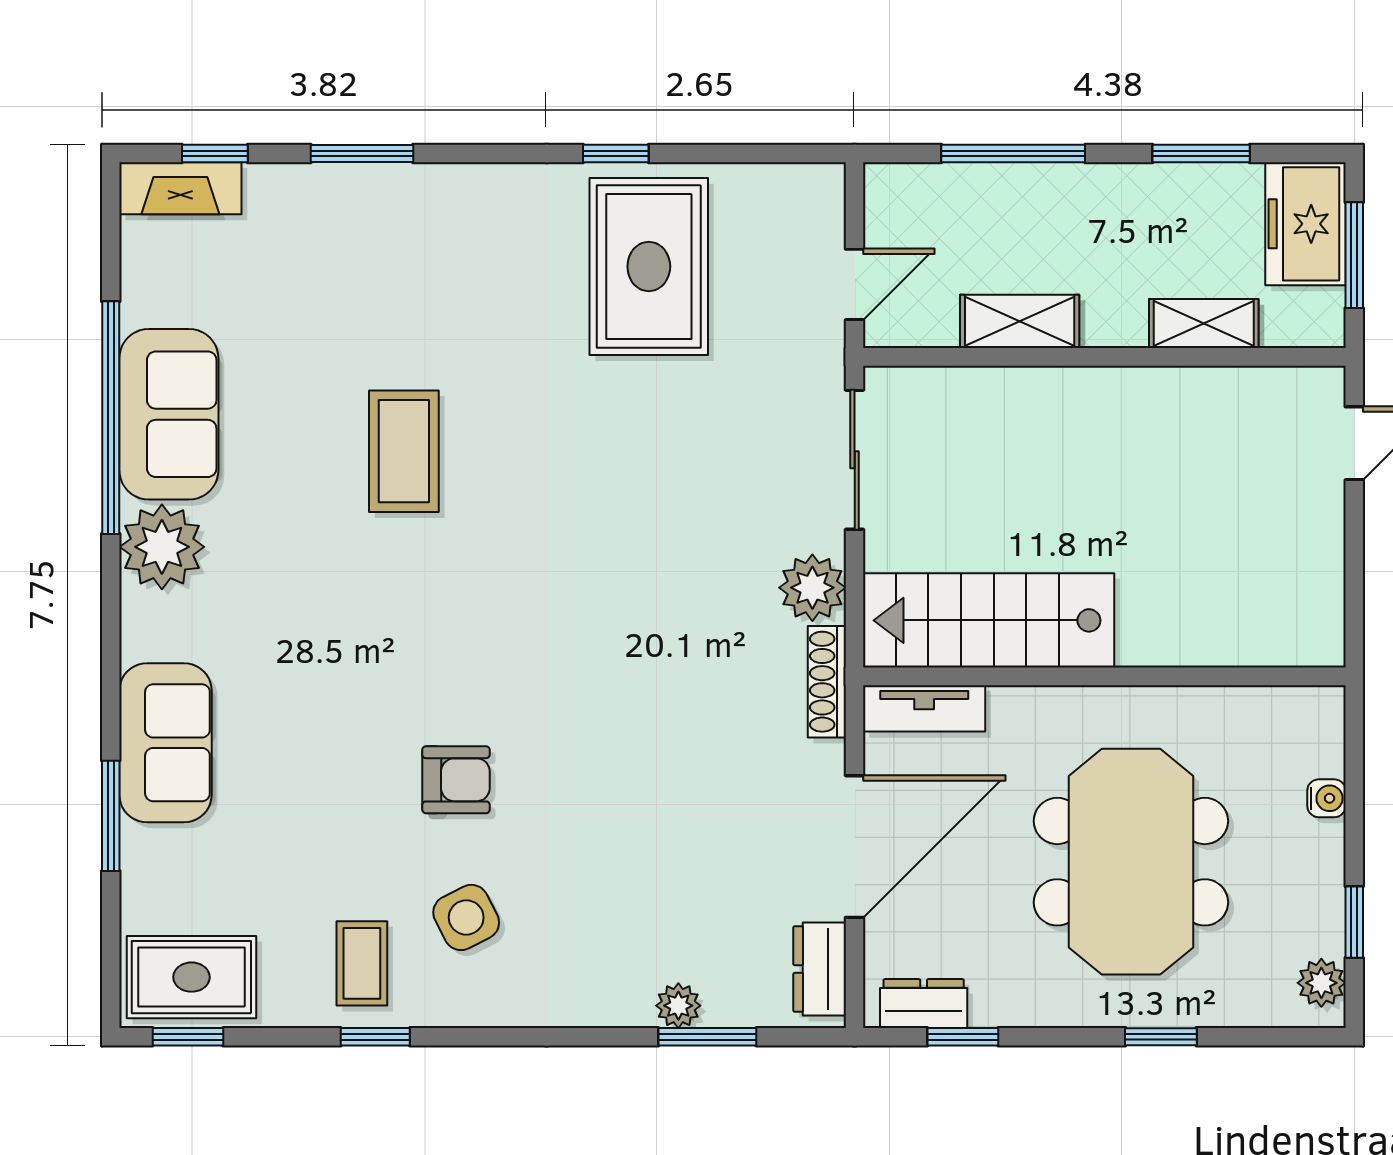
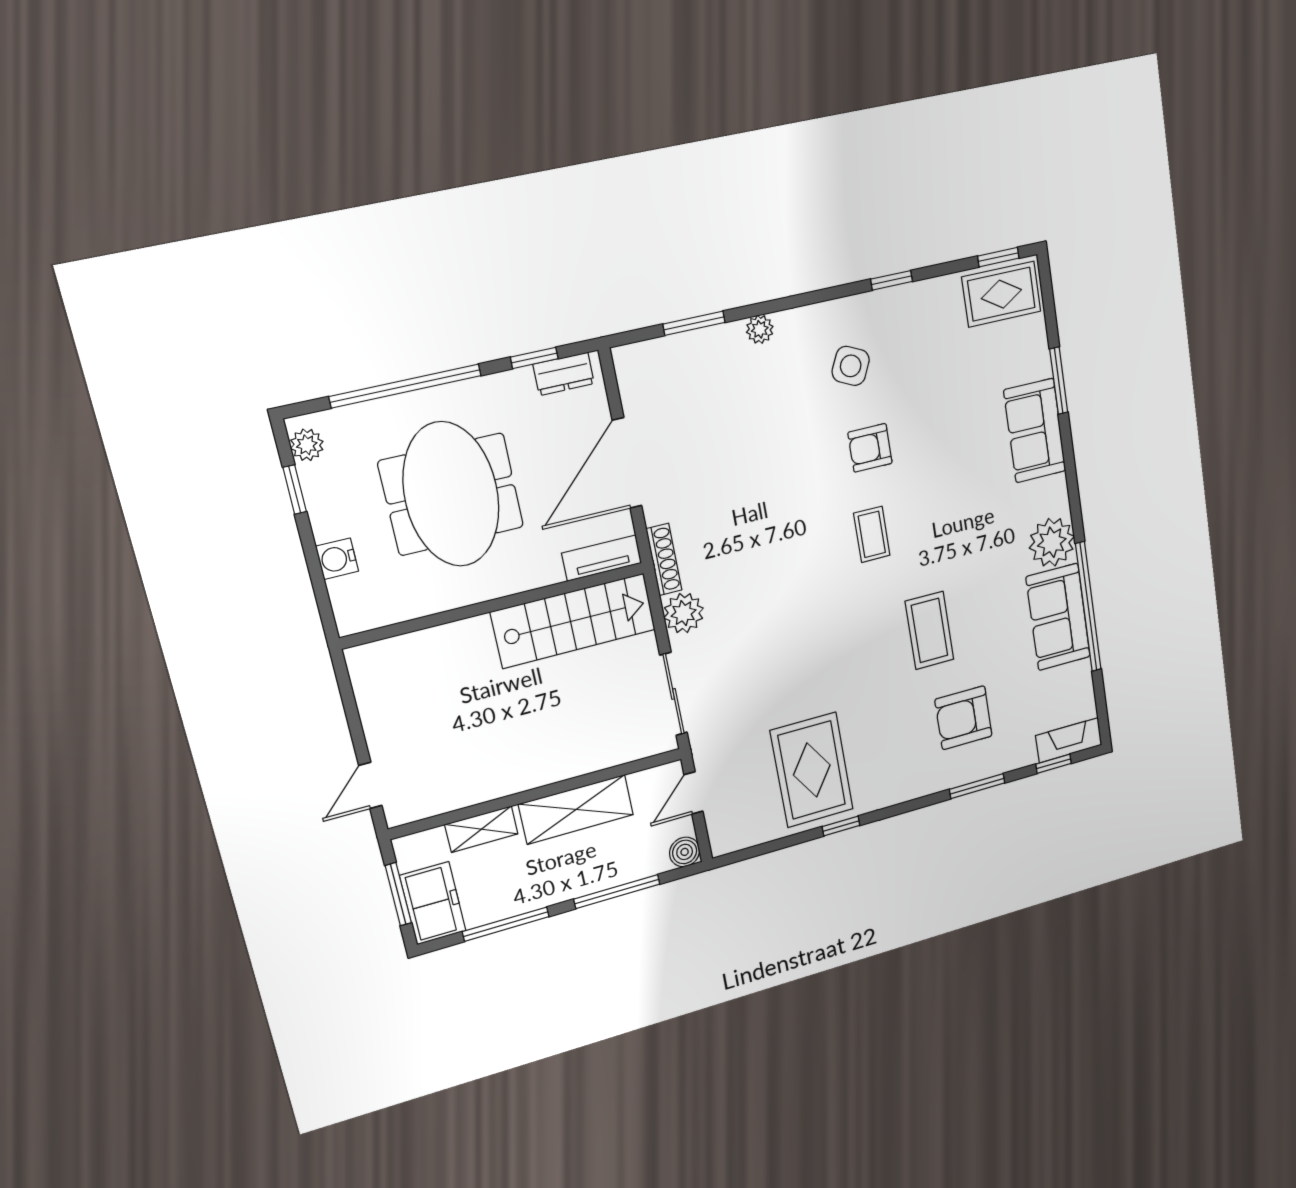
window: (1201, 153) -> (506, 924), width x1.44
boiler: (889, 188) -> (685, 852), added
armchair: (367, 283) -> (964, 718), added
shelving: (1020, 321) -> (576, 809), width x1.50, depth x1.33
water cooler: (1326, 798) -> (337, 559), width x1.38, depth x1.38
side table: (466, 917) -> (851, 366), turned -38
coffee table: (362, 963) -> (872, 534), moved
dresser: (820, 969) -> (633, 382), removed
plant: (678, 1006) -> (760, 329), moved
window: (1161, 1037) -> (406, 386), width x3.17

